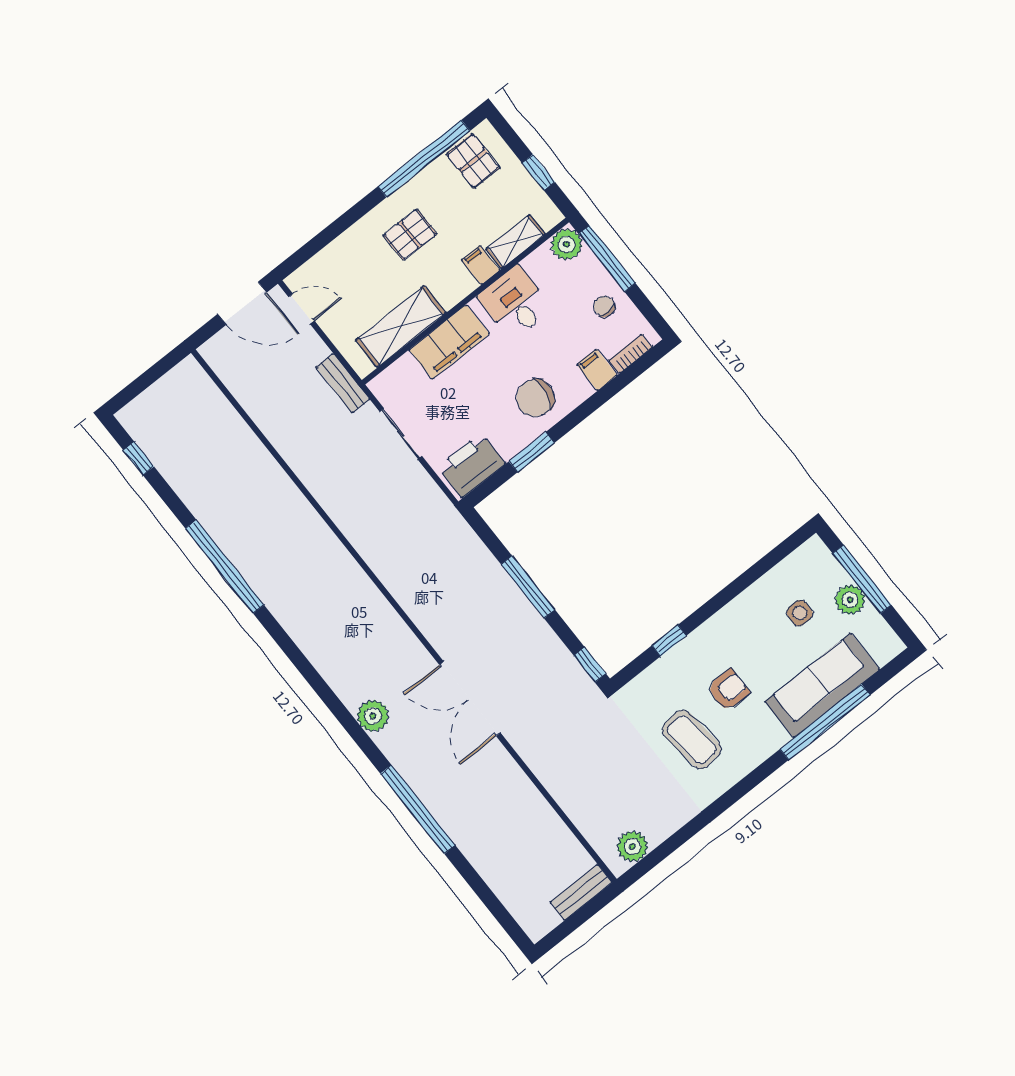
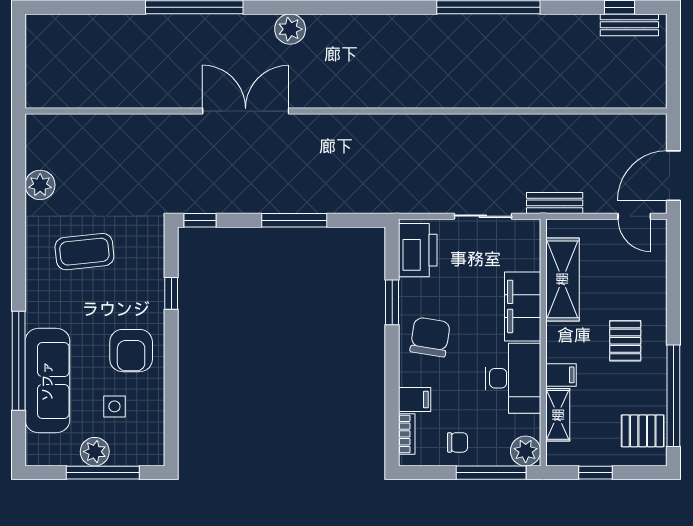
desk: (515, 303) -> (513, 378), width x1.37
door: (301, 309) -> (634, 216), hinge flipped
armchair: (728, 690) -> (131, 351), moved, width x1.38, depth x1.38
plant: (632, 846) -> (40, 185), moved
bench: (581, 892) -> (629, 25), moved, turned 90

